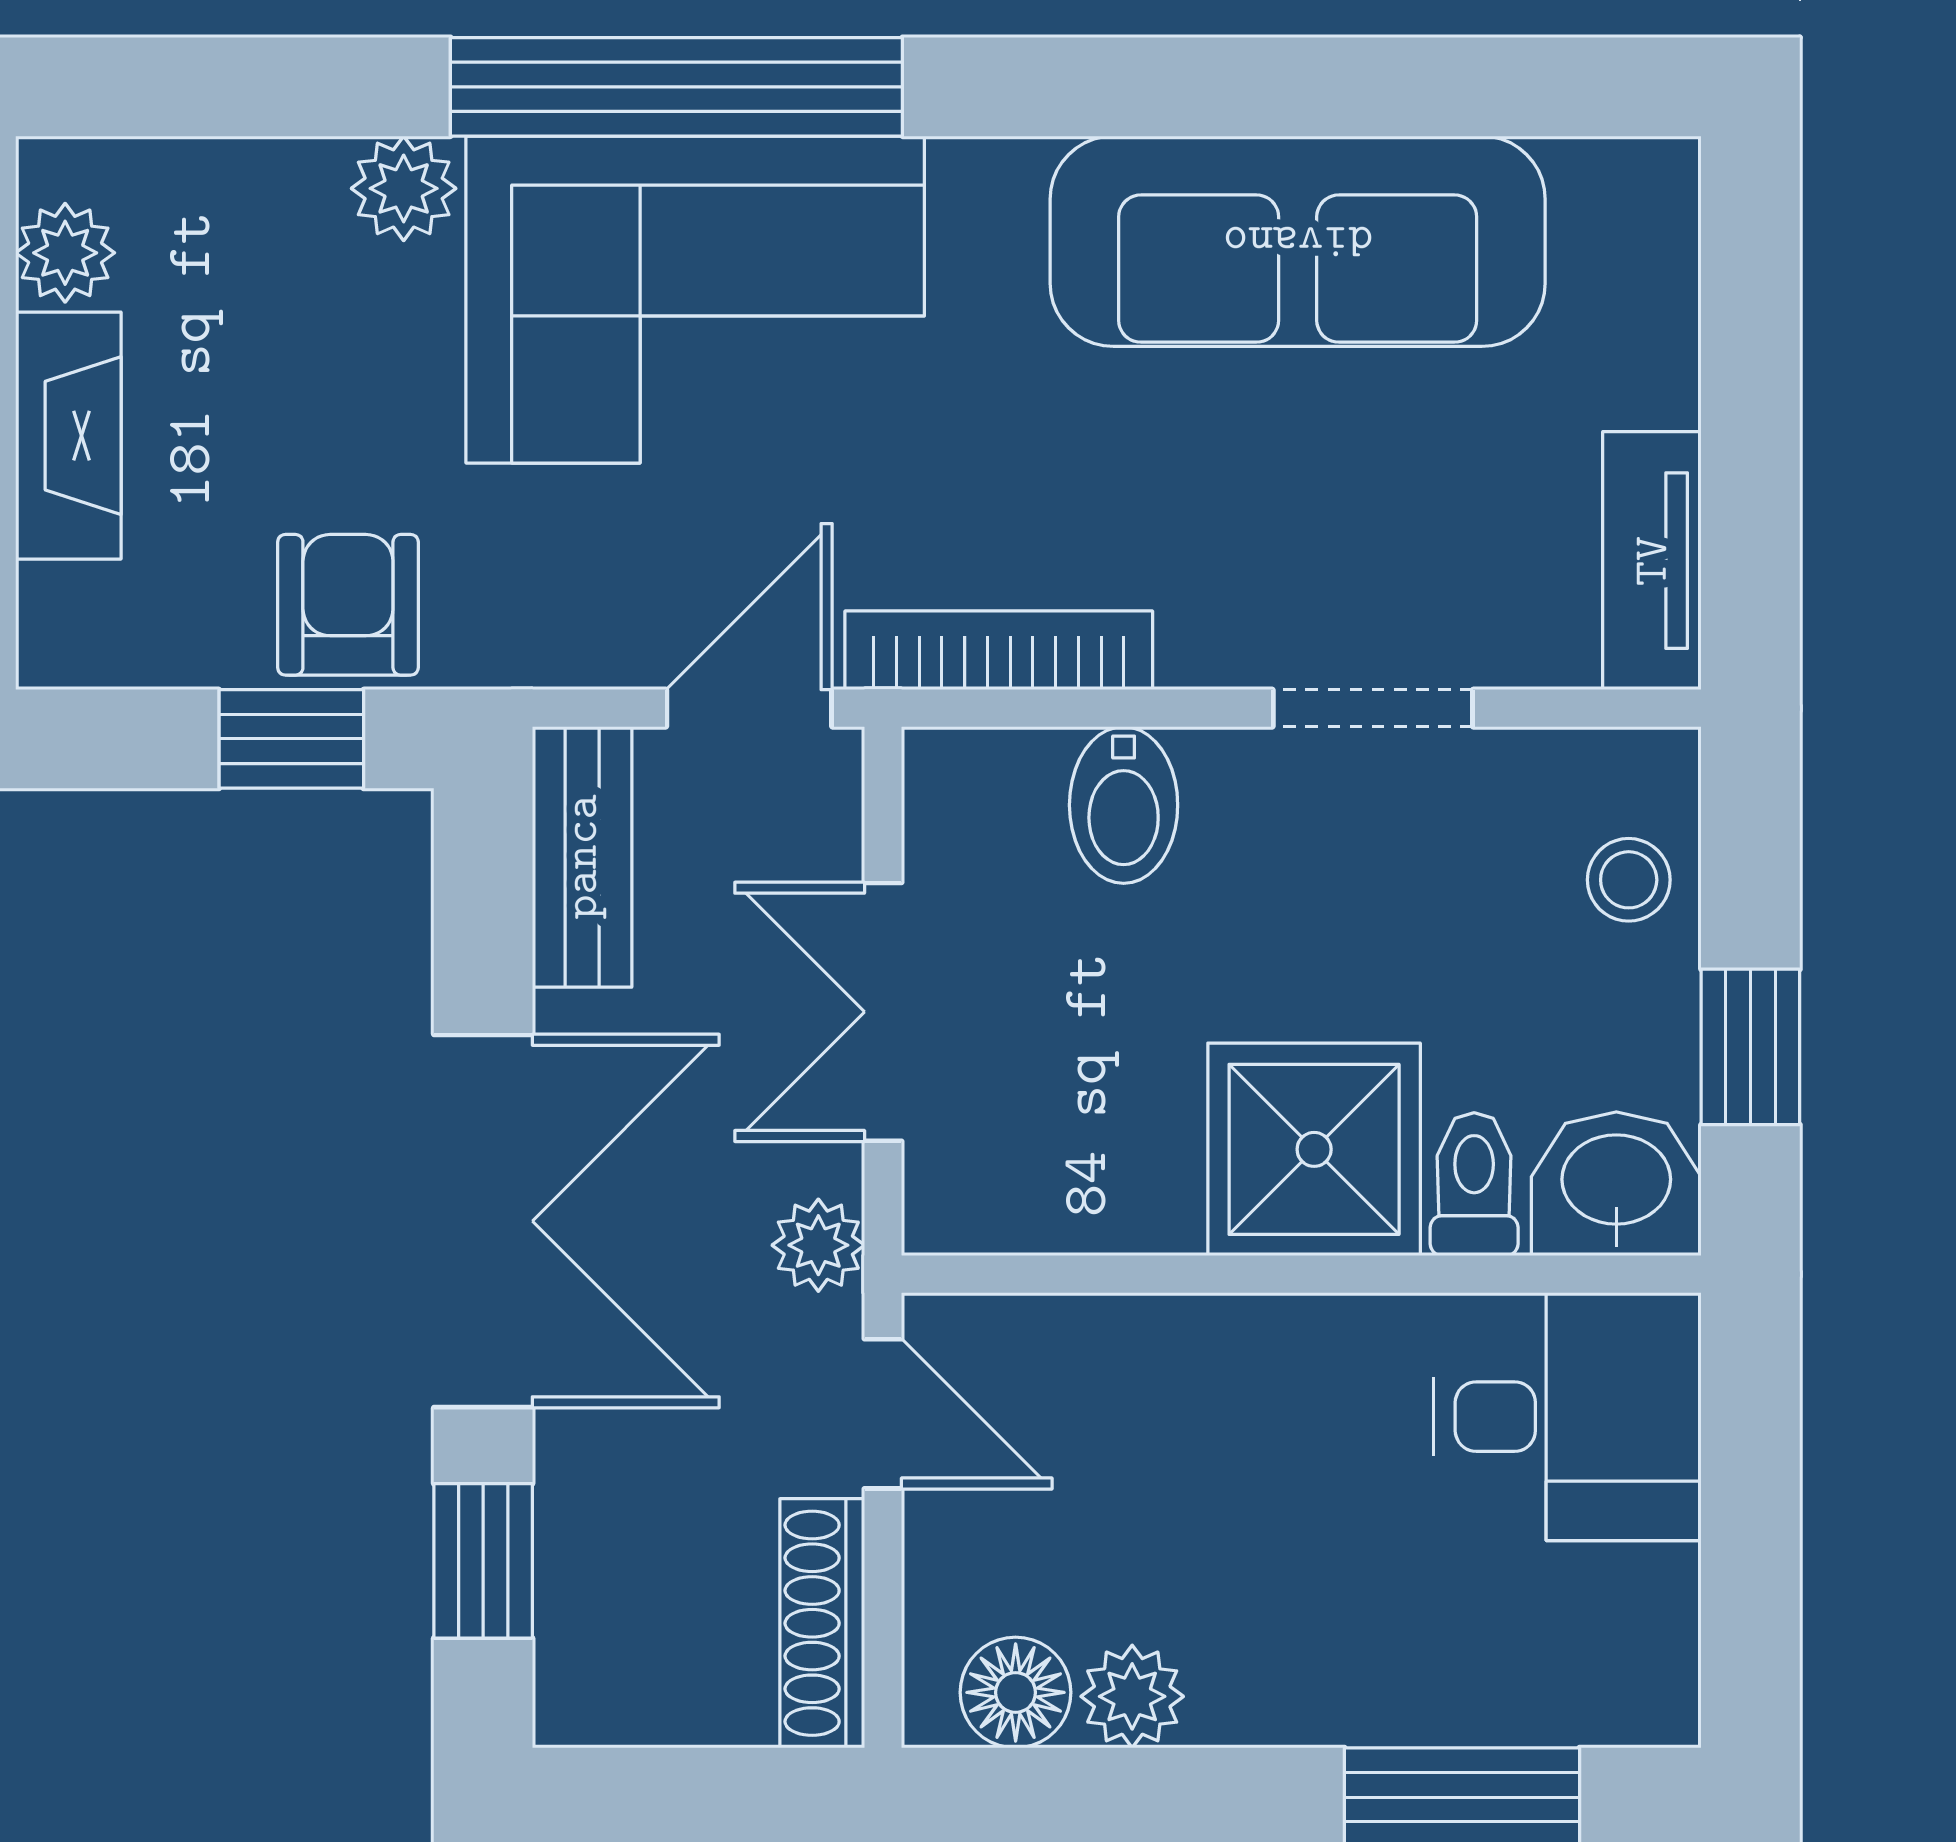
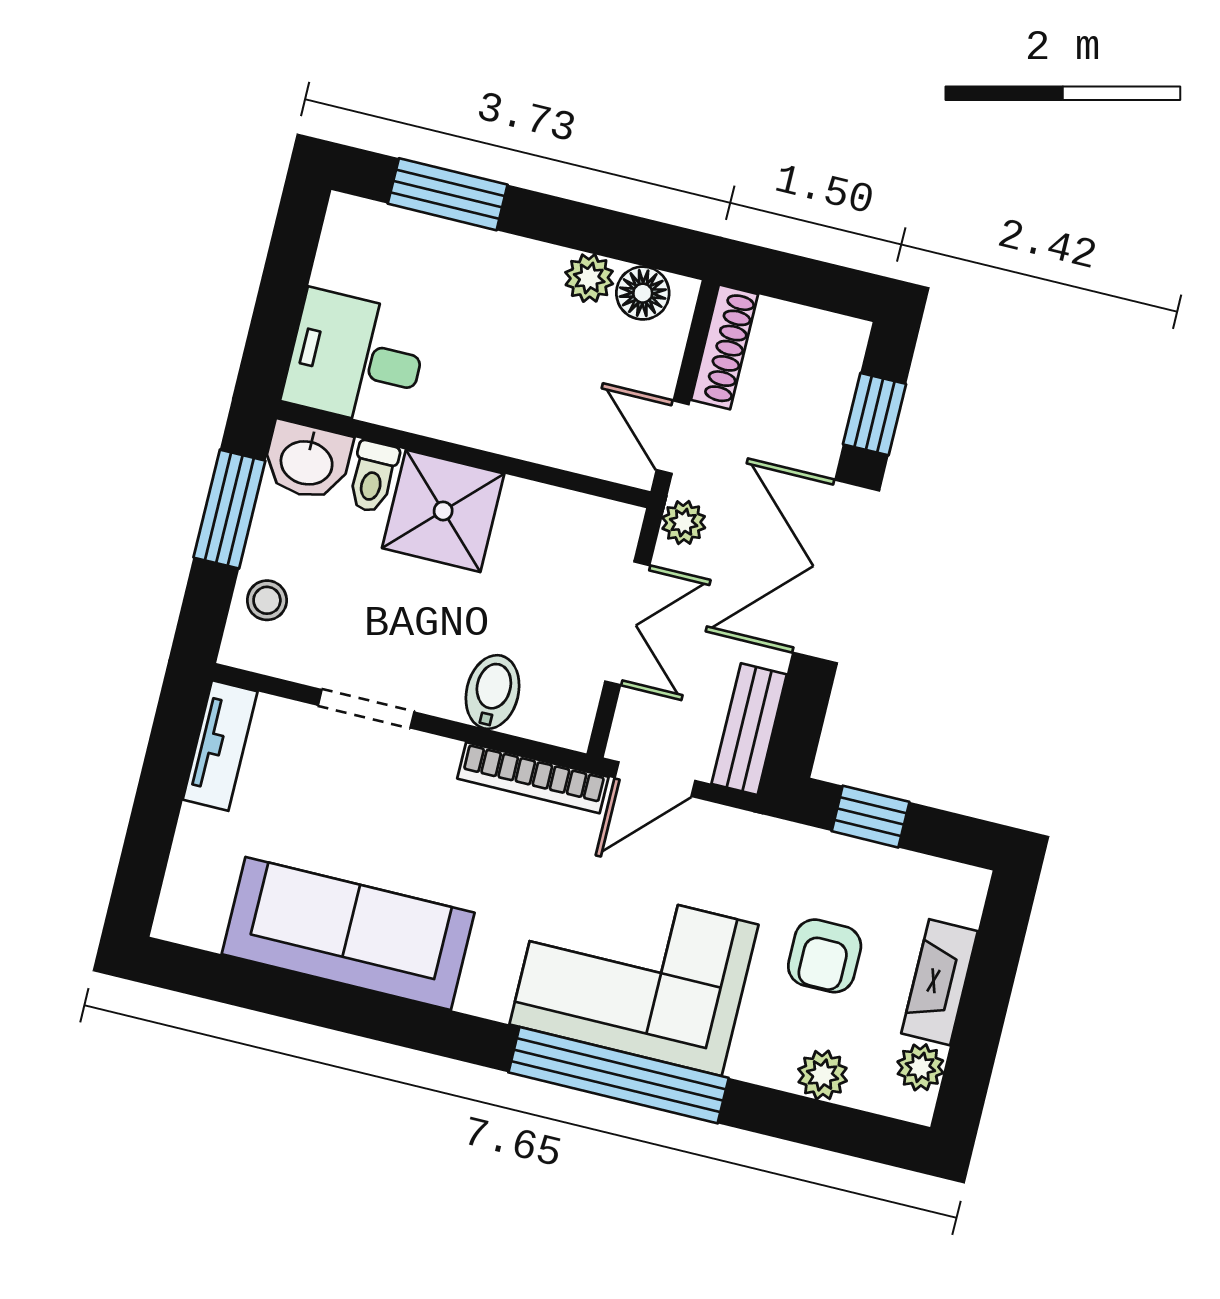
plant: (404, 188) -> (823, 1075), moved
armchair: (348, 605) -> (825, 956), moved
window: (1750, 1047) -> (229, 509), width x1.50

